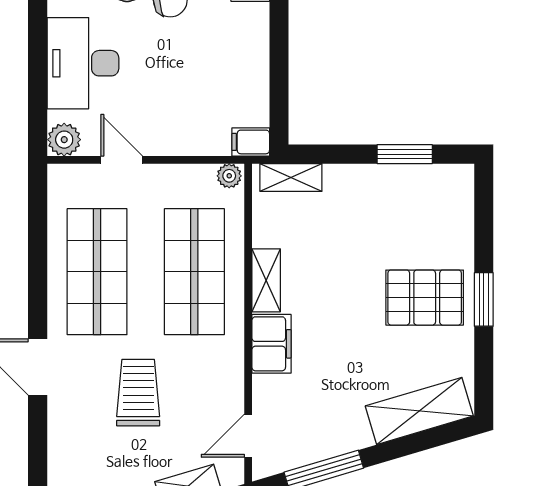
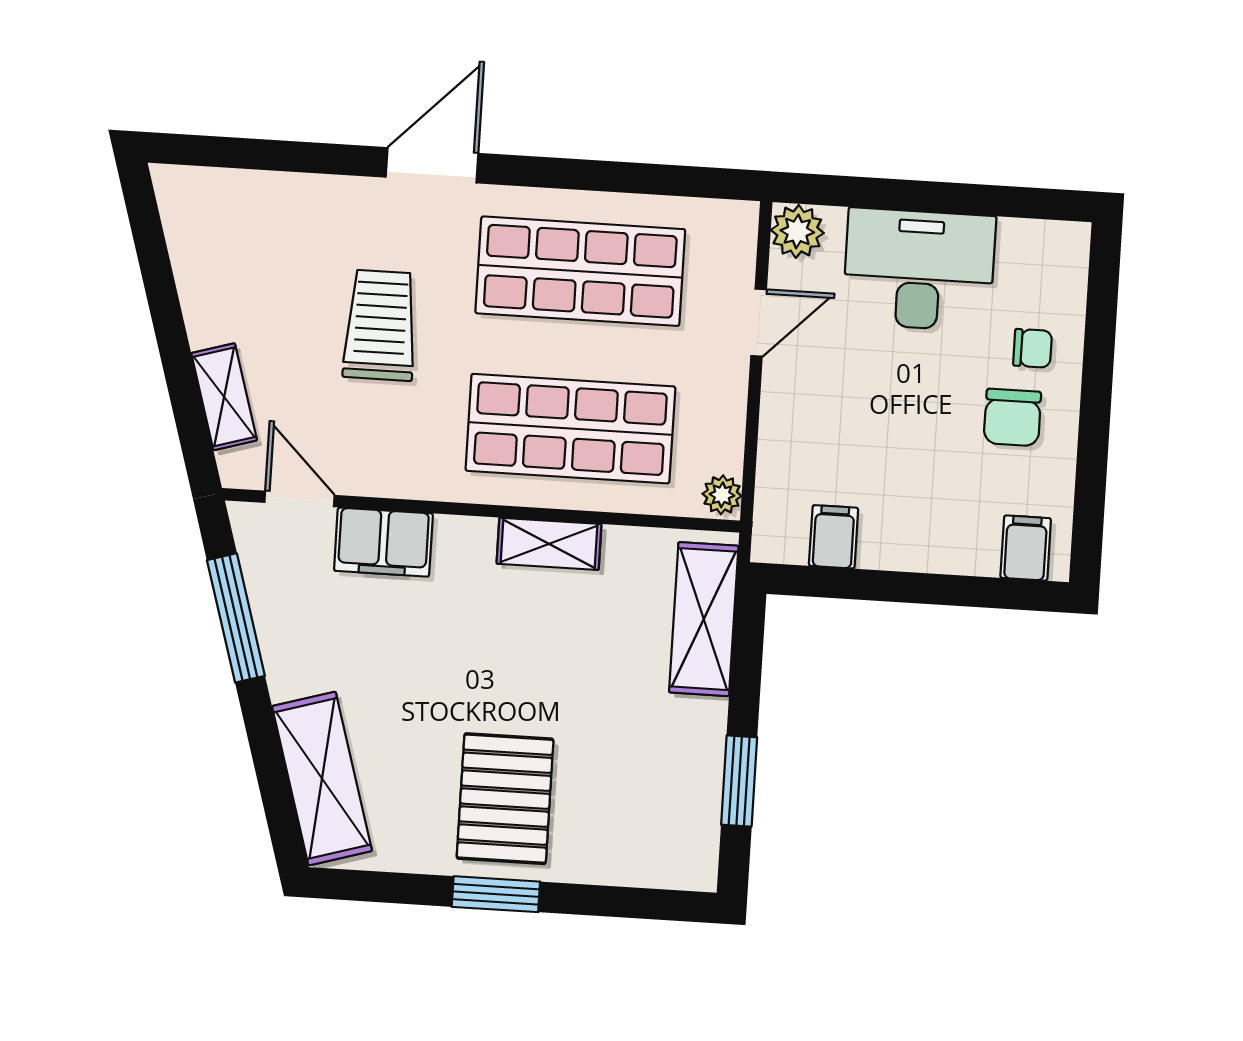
filing cabinet: (251, 142) -> (834, 537), moved
shelving: (291, 178) -> (704, 619), width x1.50, depth x1.33
filing cabinet: (271, 344) -> (383, 542), moved
trolley: (138, 393) -> (380, 325), turned -90

